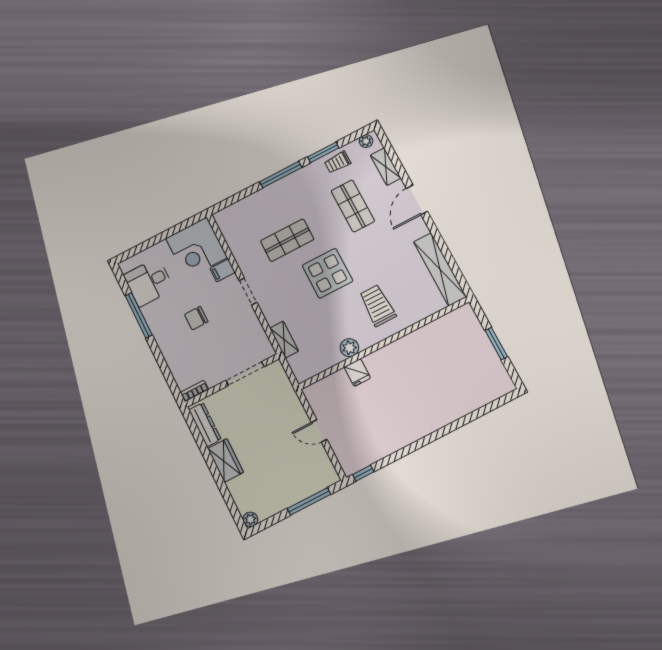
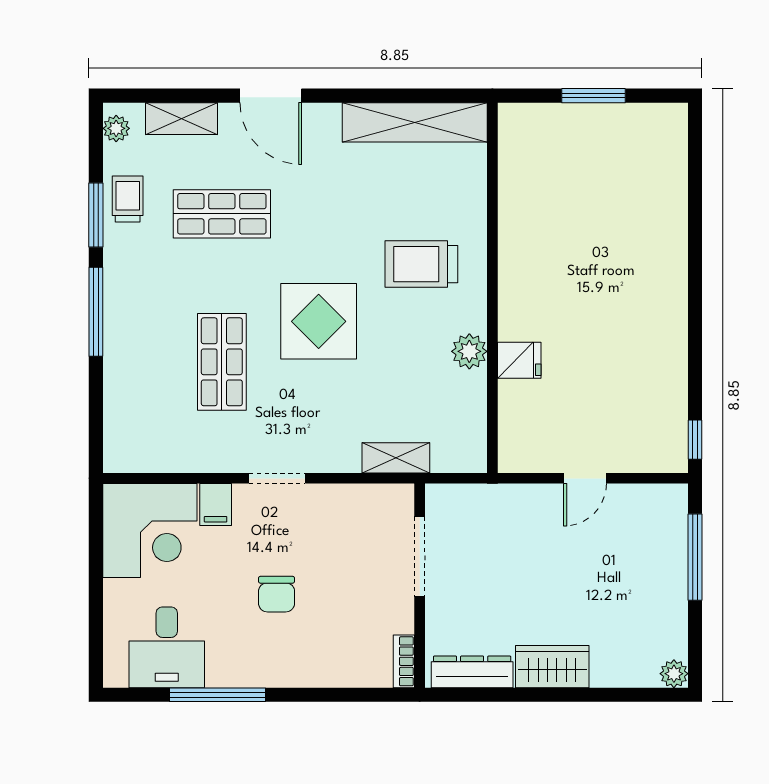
trolley: (338, 162) -> (128, 199), turned 180

